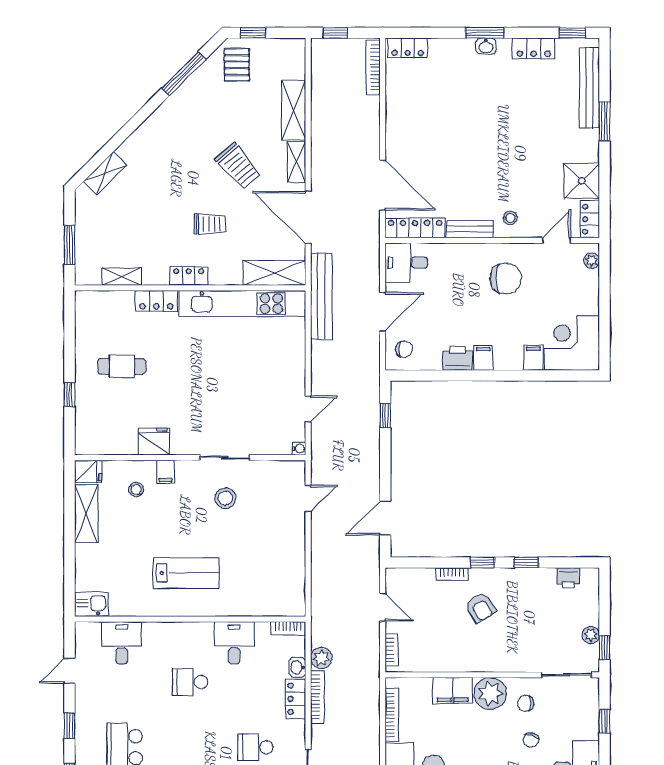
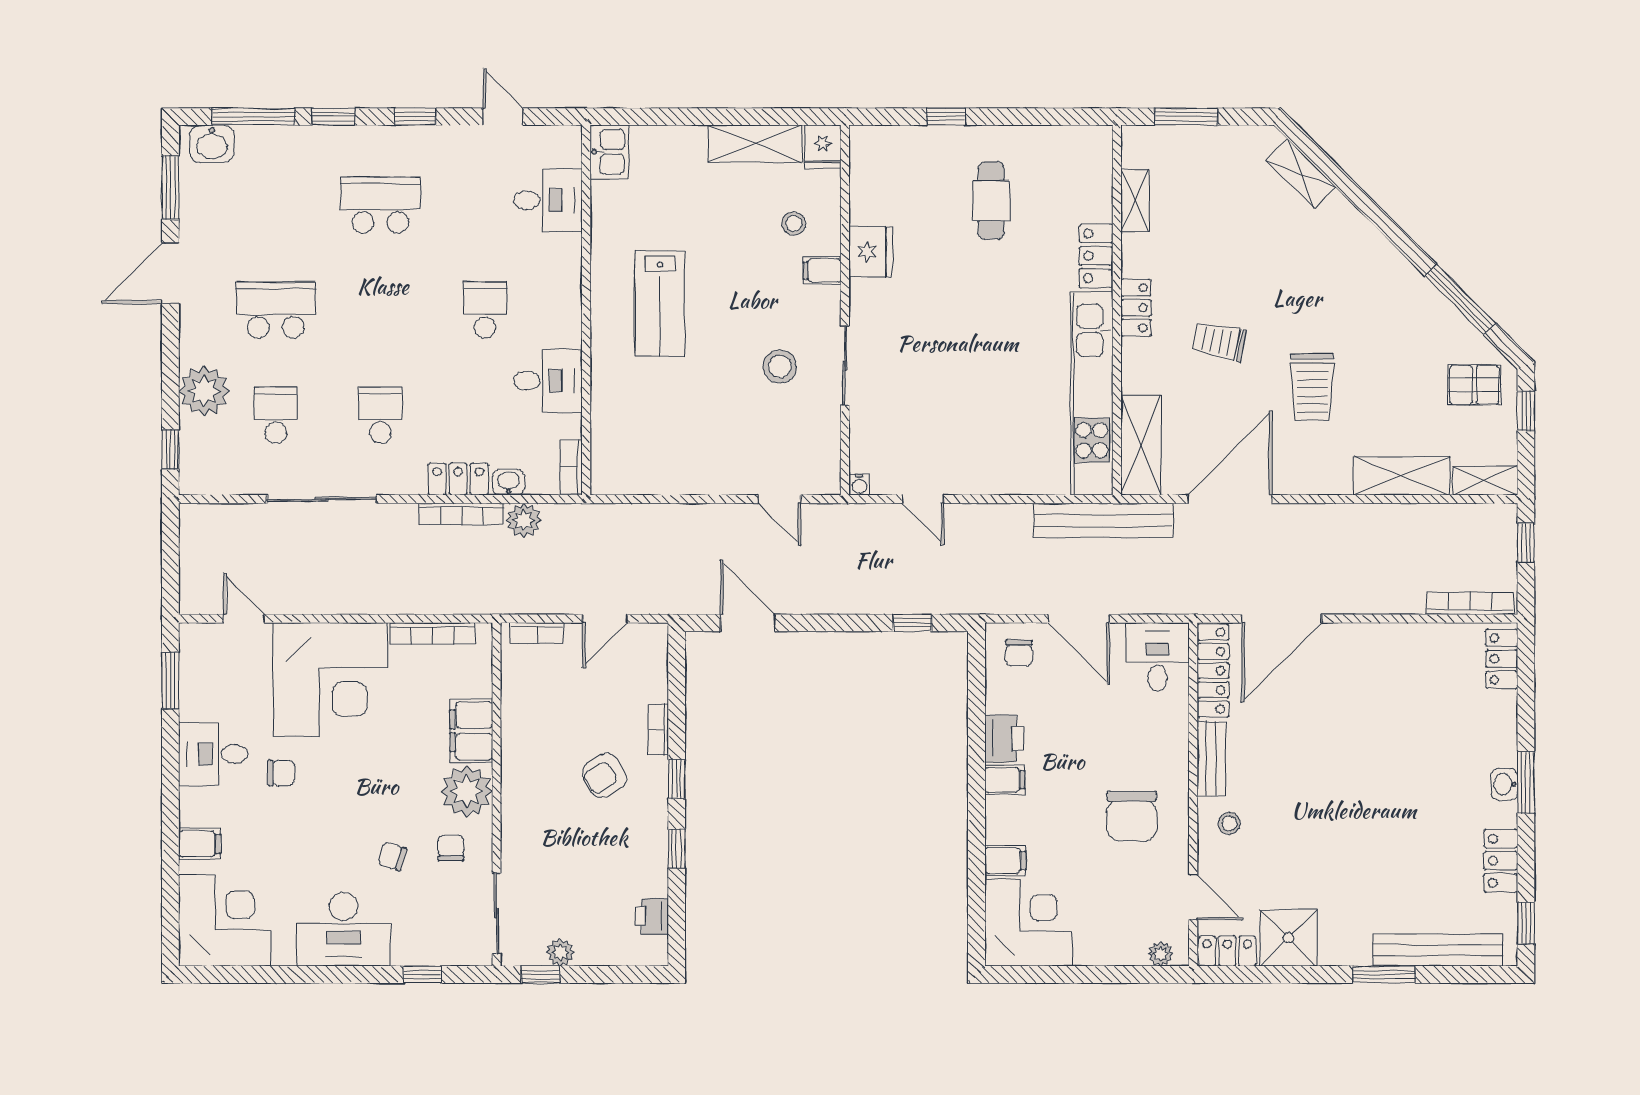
shelving: (296, 162) -> (1485, 481), moved
trolley: (238, 166) -> (1312, 387), turned -49
trolley: (210, 224) -> (1219, 341), turned 102

